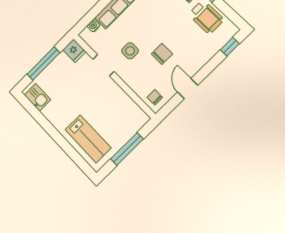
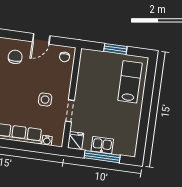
chair: (162, 54) -> (15, 57), moved, turned 90
kitchen sink: (37, 97) -> (102, 145), moved, turned 90
window: (127, 149) -> (115, 49), width x0.69

